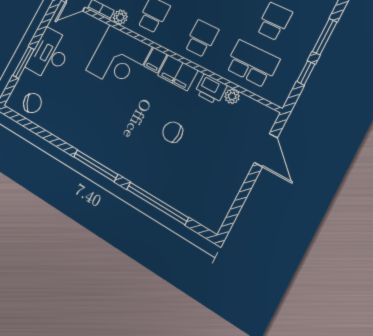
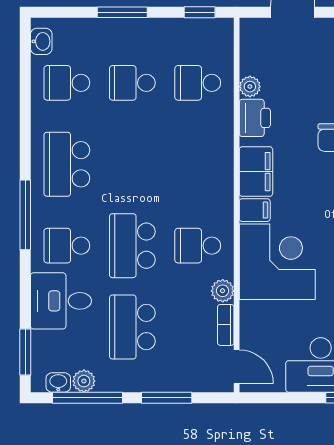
school desk: (201, 39) -> (198, 164), removed
school desk: (252, 64) -> (198, 83), width x0.54
window: (306, 73) -> (200, 12), moved

